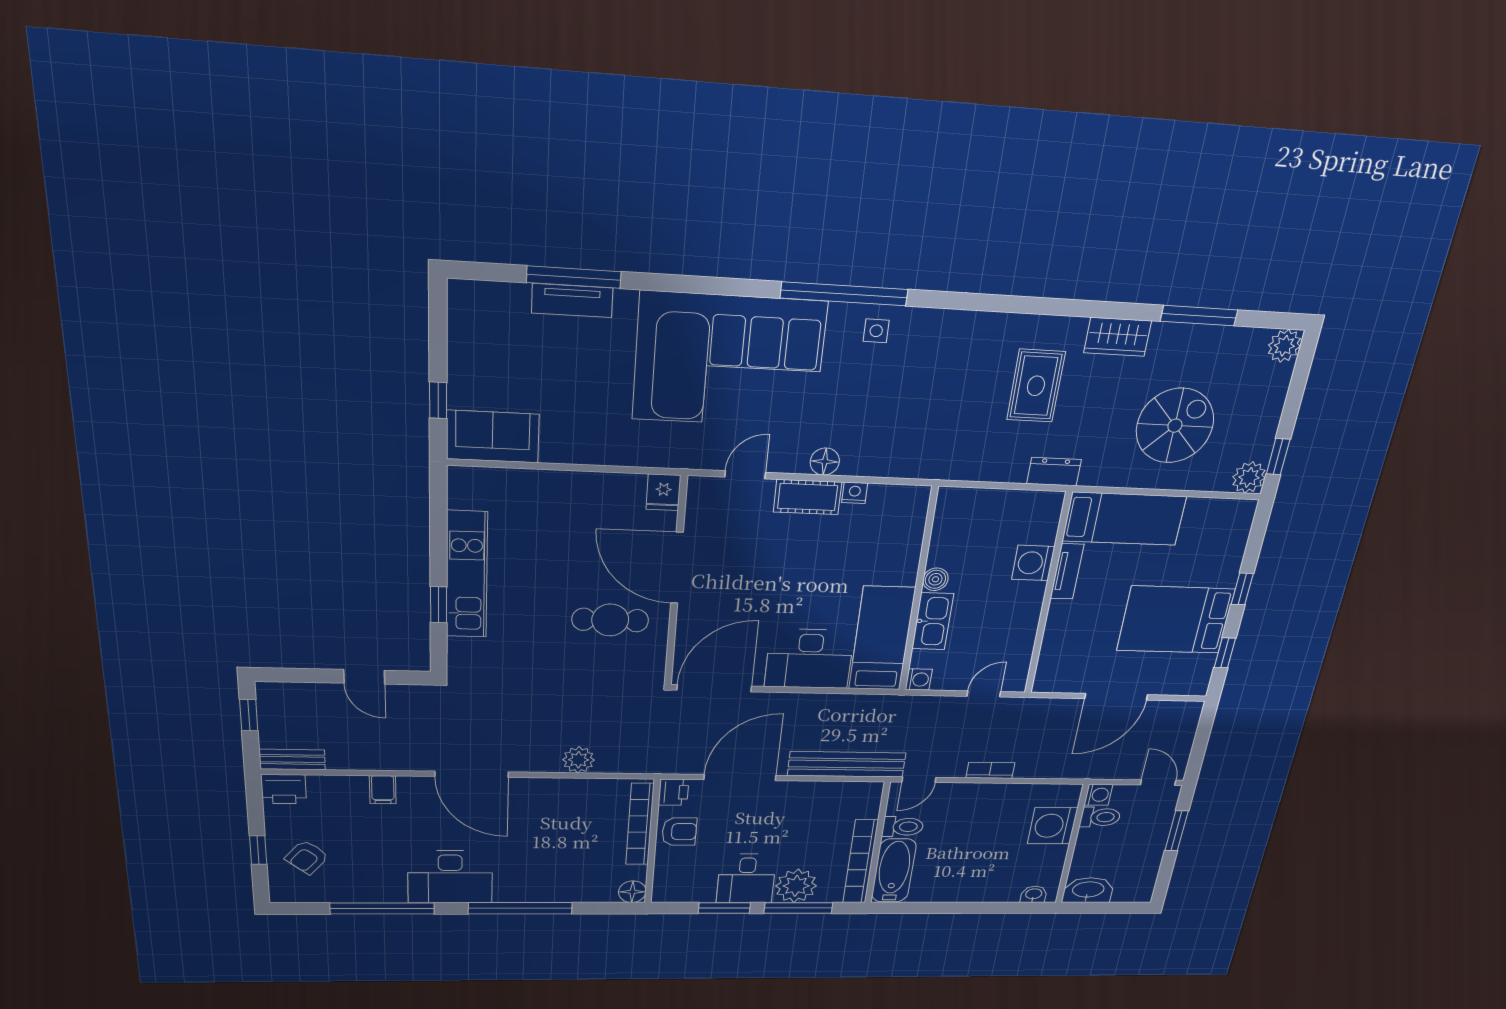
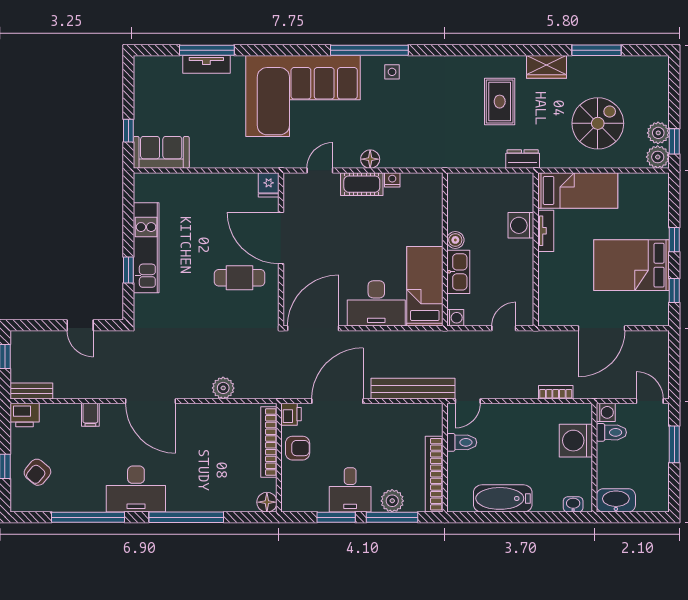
plant: (1284, 346) -> (658, 133), moved
bookcase: (990, 770) -> (556, 392), moved
bathtub: (894, 871) -> (503, 498), moved, turned -90
plant: (796, 886) -> (392, 501), width x0.73, depth x0.73

